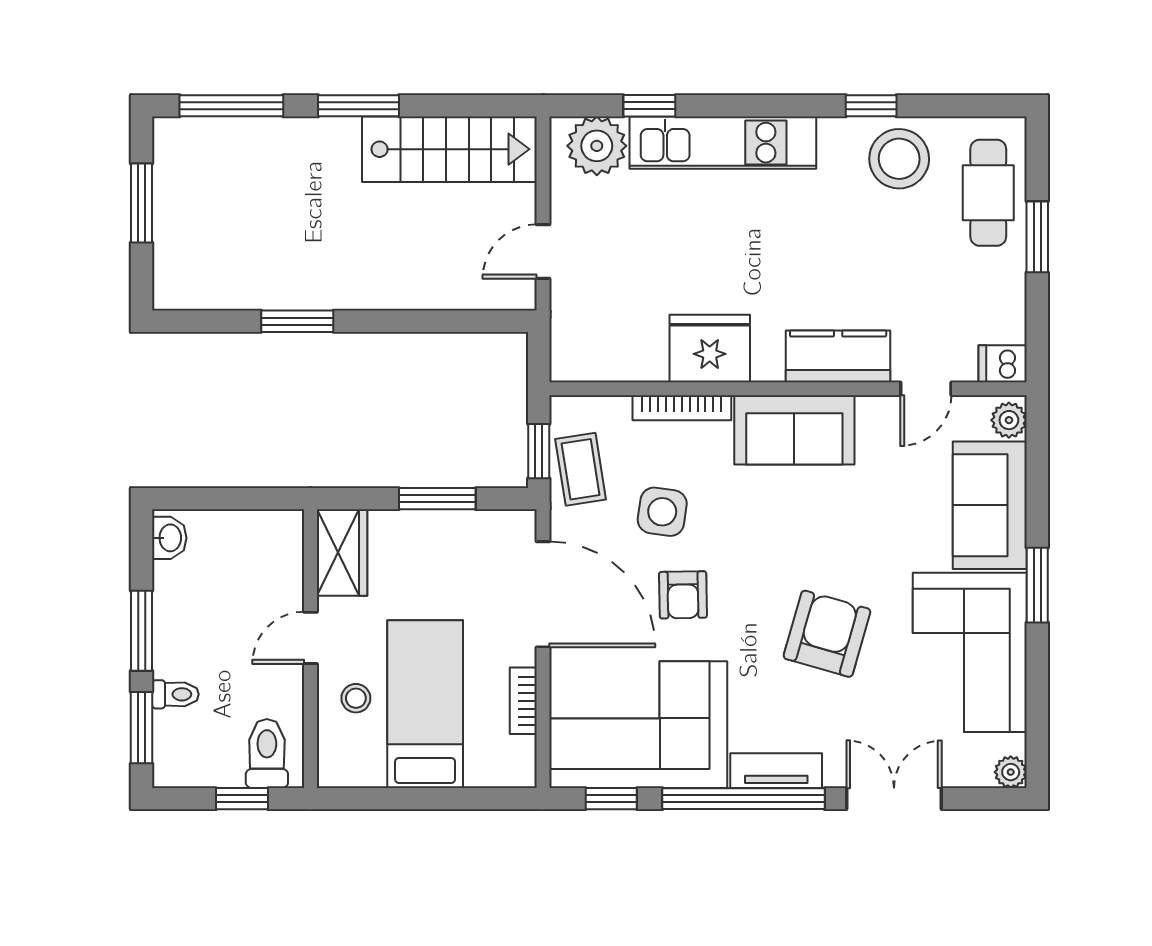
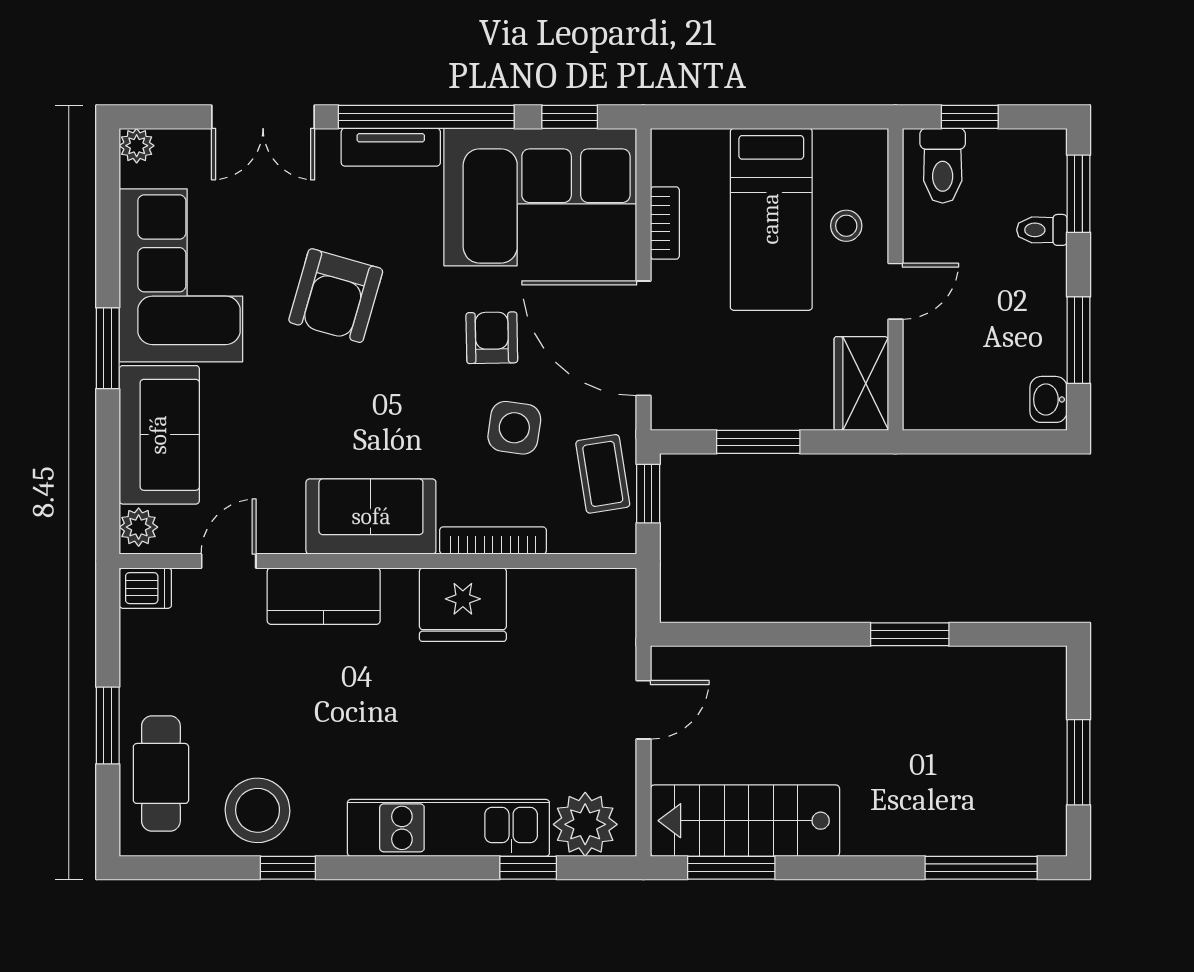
window: (358, 106) -> (731, 868), moved
window: (142, 631) -> (1079, 340), moved

